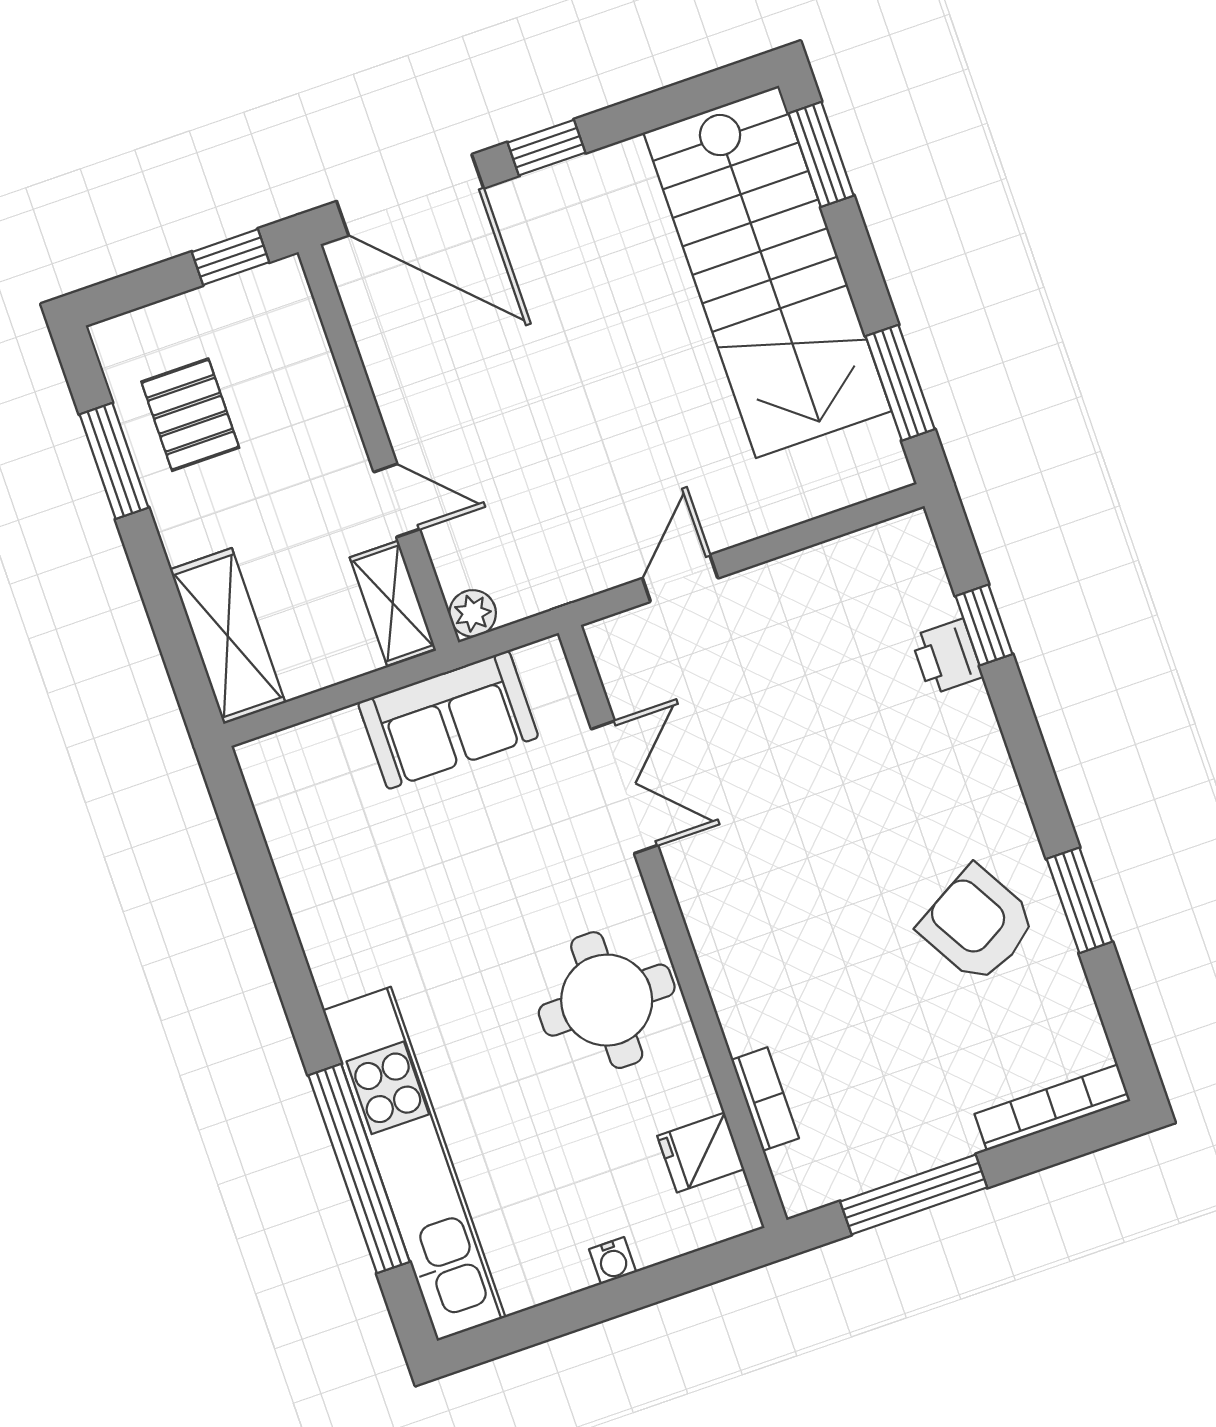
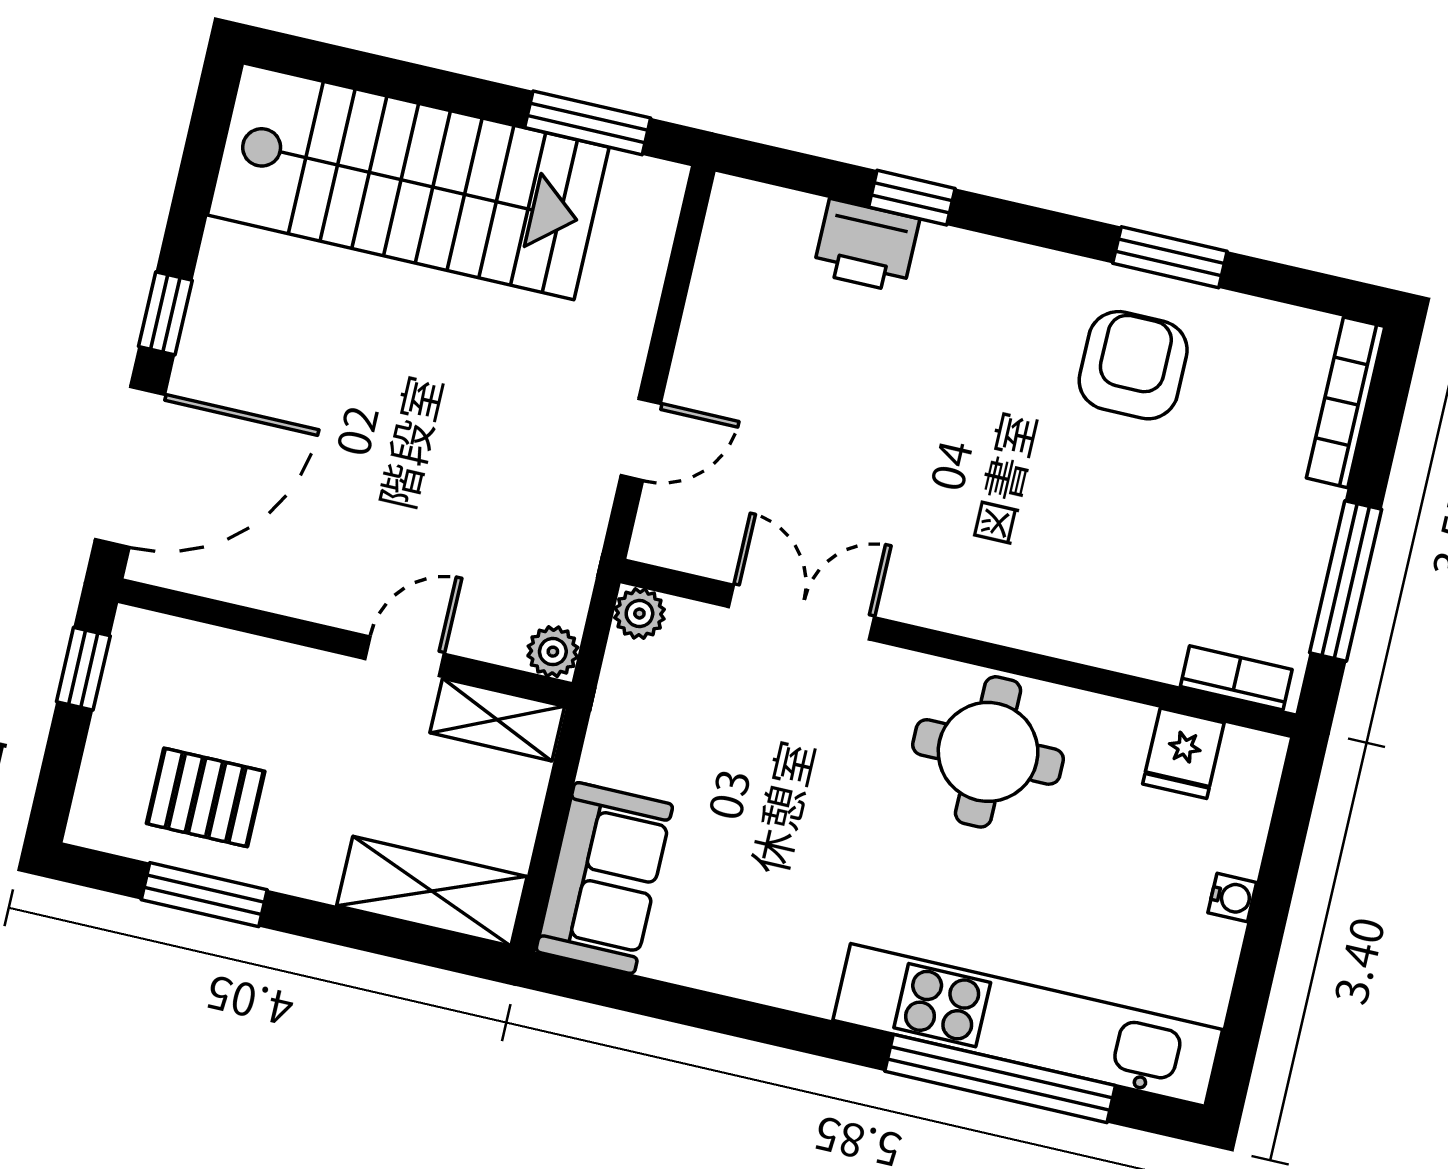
window: (821, 154) -> (331, 64), removed
door: (680, 578) -> (641, 439), swing flipped
window: (984, 625) -> (912, 198), moved
printer: (947, 657) -> (866, 246), width x1.36, depth x1.24
plant: (544, 662) -> (639, 614), added
sofa: (448, 720) -> (604, 878), moved
armchair: (978, 924) -> (1133, 365), turned 120
bookcase: (765, 1099) -> (1236, 678), moved

